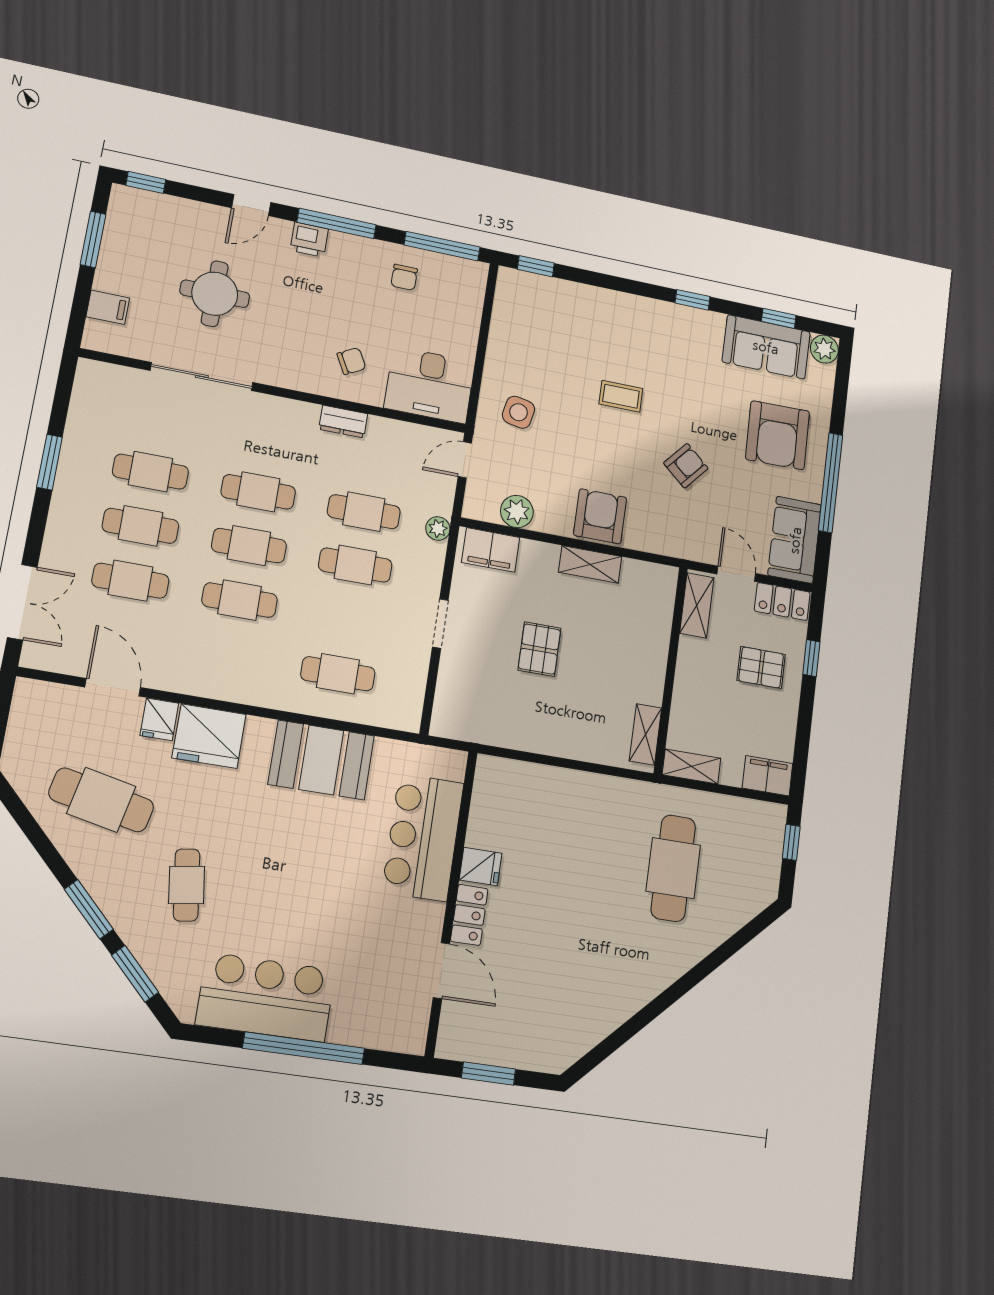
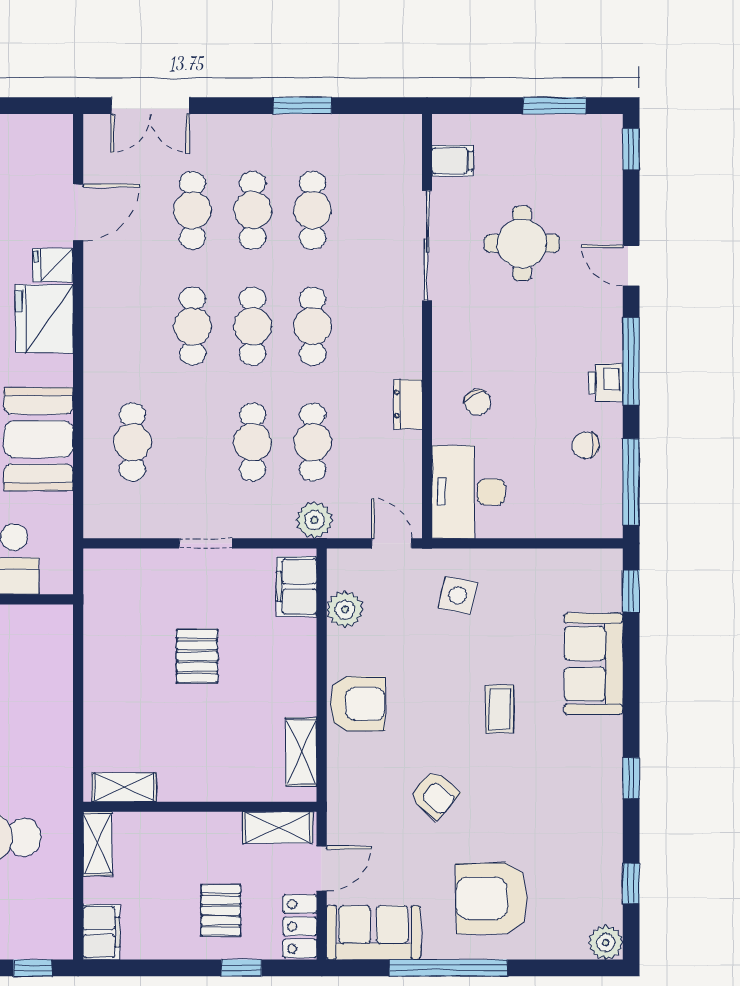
printer: (309, 240) -> (606, 383), moved
filing cabinet: (108, 307) -> (453, 161), moved, turned -90
sofa: (766, 347) -> (594, 664), moved
plant: (438, 529) -> (314, 520), width x1.38, depth x1.38
shelving: (590, 564) -> (301, 752), moved
pallet: (539, 649) -> (197, 656), turned 90

